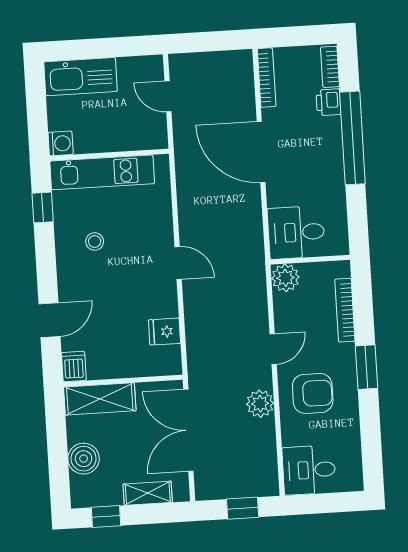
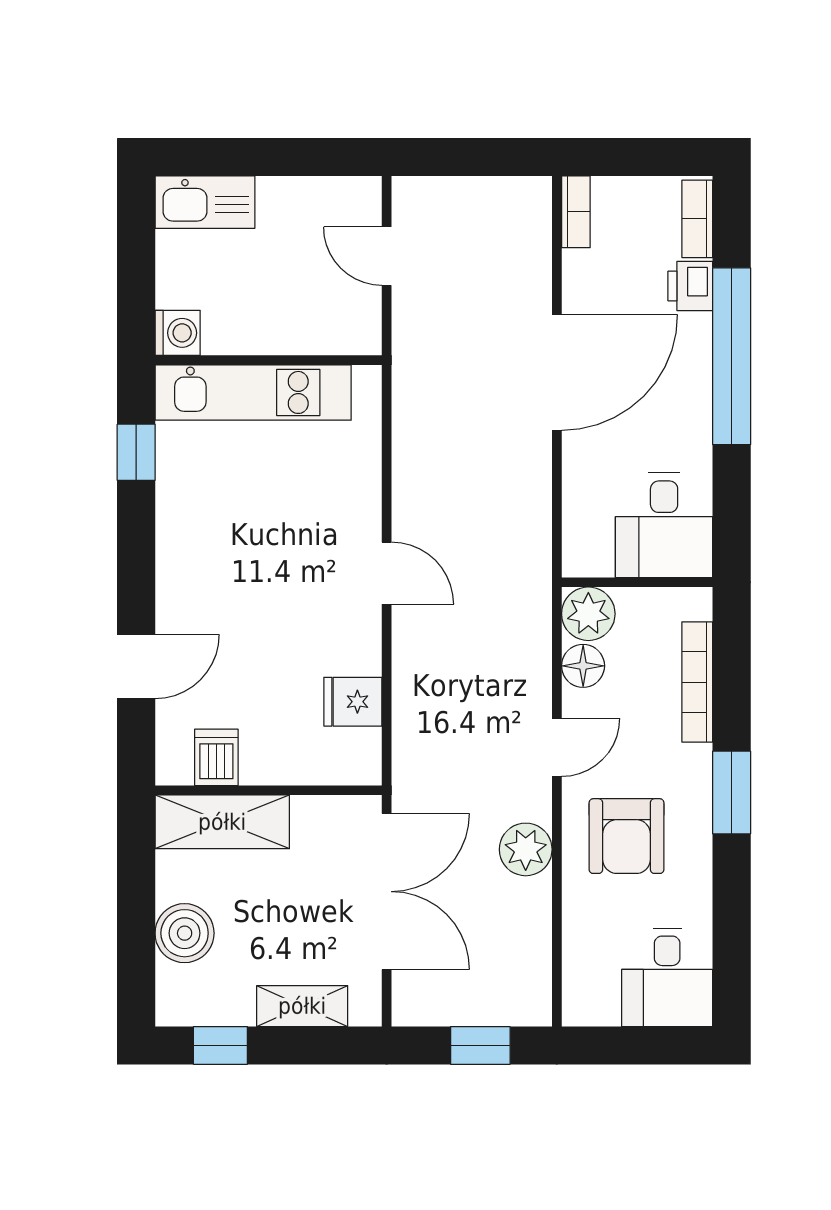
kitchen sink: (80, 77) -> (205, 202), width x0.73, depth x0.81
bookcase: (267, 78) -> (576, 212), width x0.64
door: (261, 152) -> (557, 372), swing flipped
desk: (296, 232) -> (664, 525), moved, turned -90
stool: (95, 241) -> (231, 523), removed
floor lamp: (284, 305) -> (583, 666), added
dishwasher: (74, 366) -> (216, 757), moved
armchair: (313, 393) -> (627, 836), turned 90
double door: (188, 430) -> (387, 892), swing flipped
desk: (309, 470) -> (667, 977), moved, turned -90

